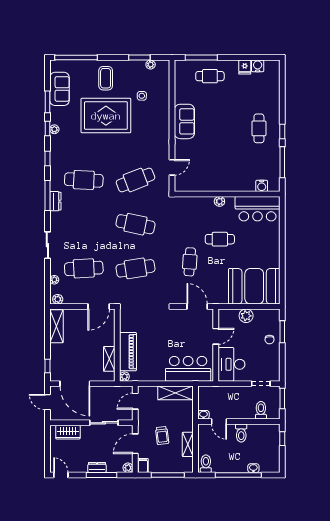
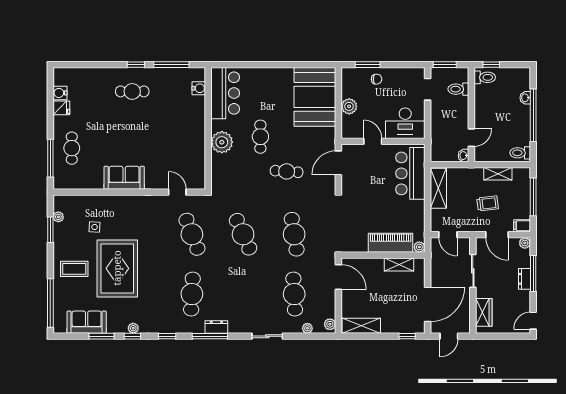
plant: (219, 201) -> (222, 142), width x1.88, depth x1.88
cafe table: (135, 224) -> (243, 234), turned -36
toilet: (241, 433) -> (485, 77), moved

